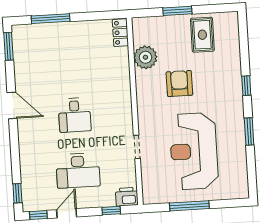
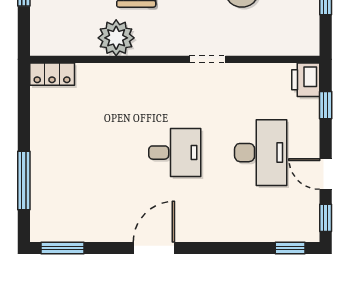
plant: (145, 57) -> (116, 38), moved
doorway: (137, 147) -> (207, 59), moved

